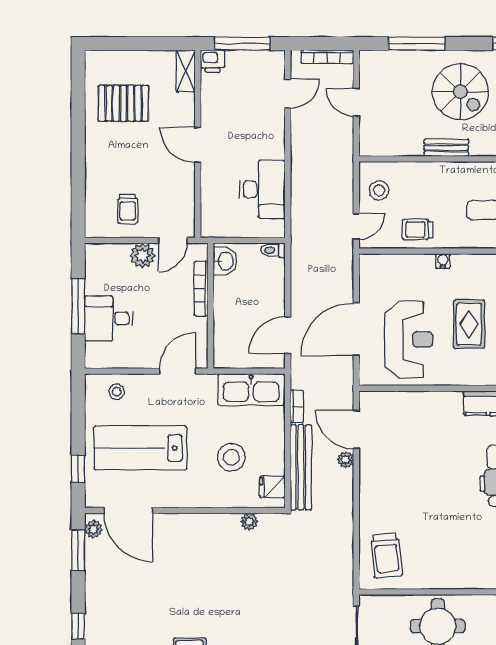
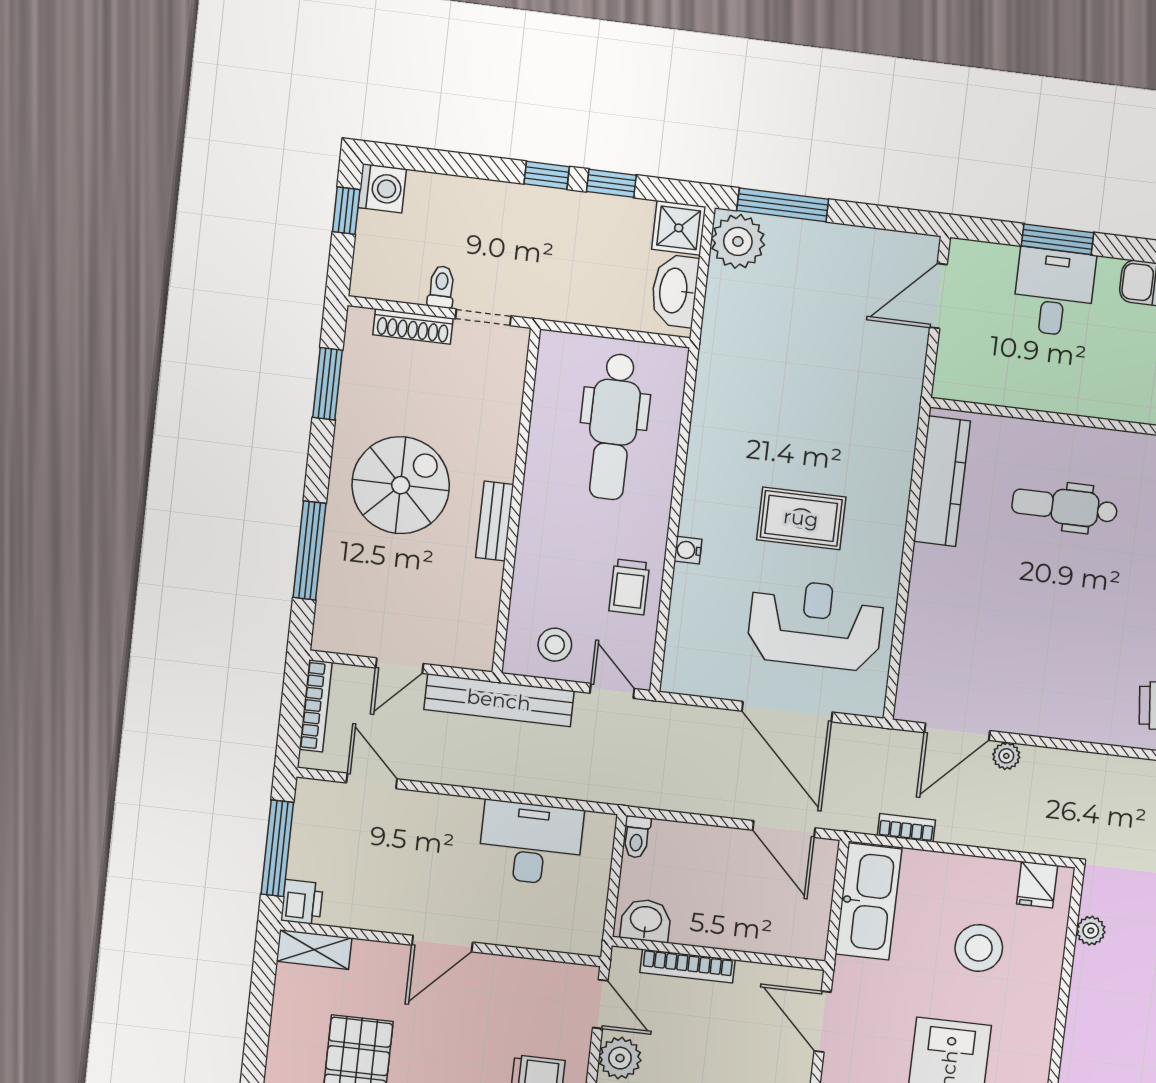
bench: (301, 467) -> (499, 700), moved

